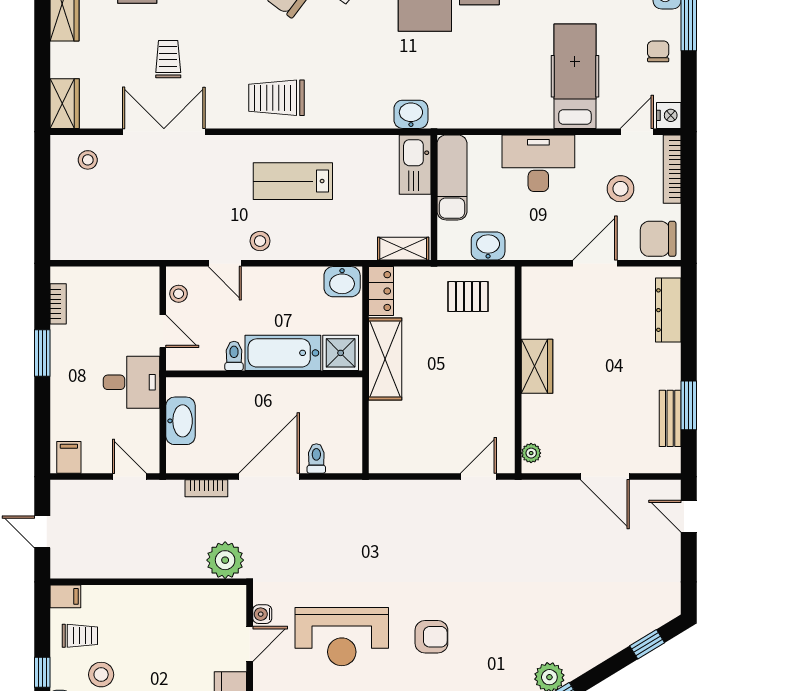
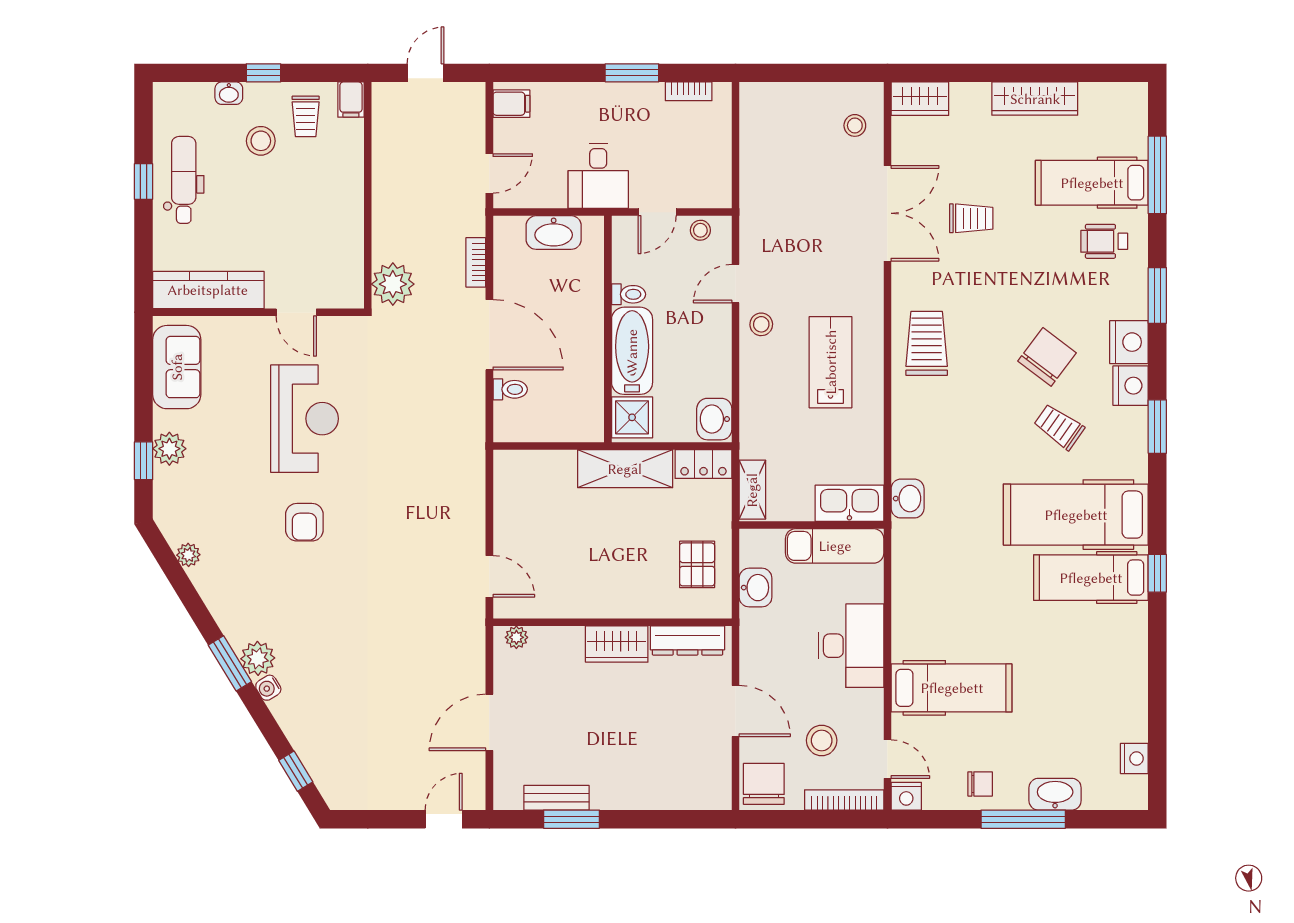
dresser: (668, 310) -> (687, 640), moved, turned 180
water cooler: (262, 614) -> (268, 688), moved, turned -121
reception desk: (342, 637) -> (305, 419), turned 180

